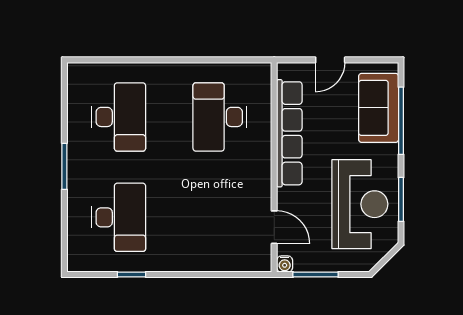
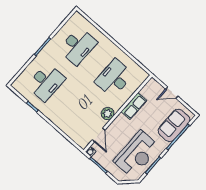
row of seats: (289, 133) -> (134, 106), width x0.50
plant: (259, 181) -> (108, 114), added

